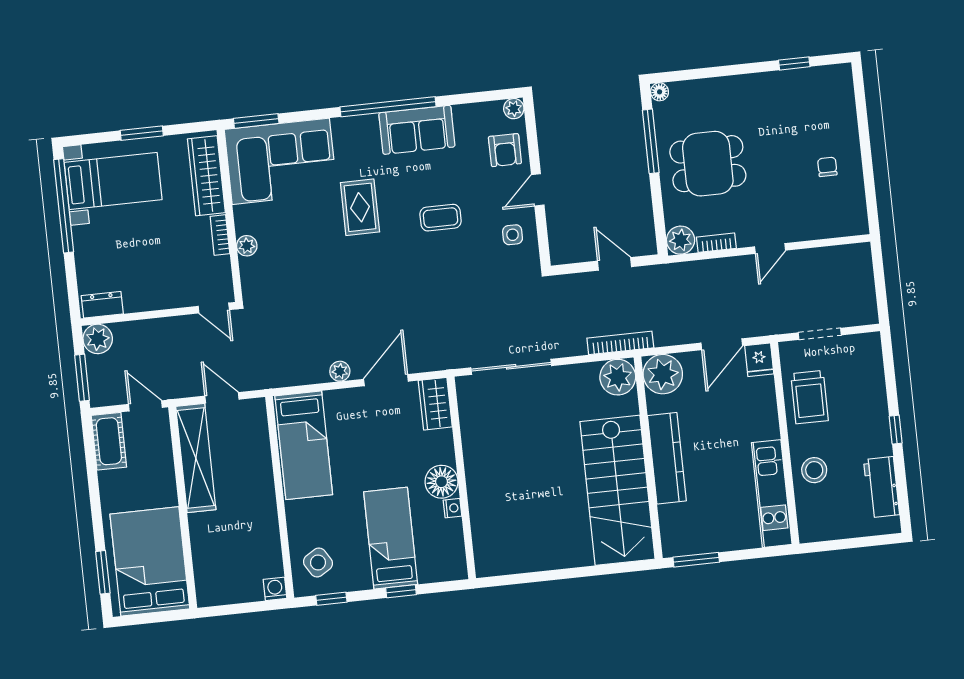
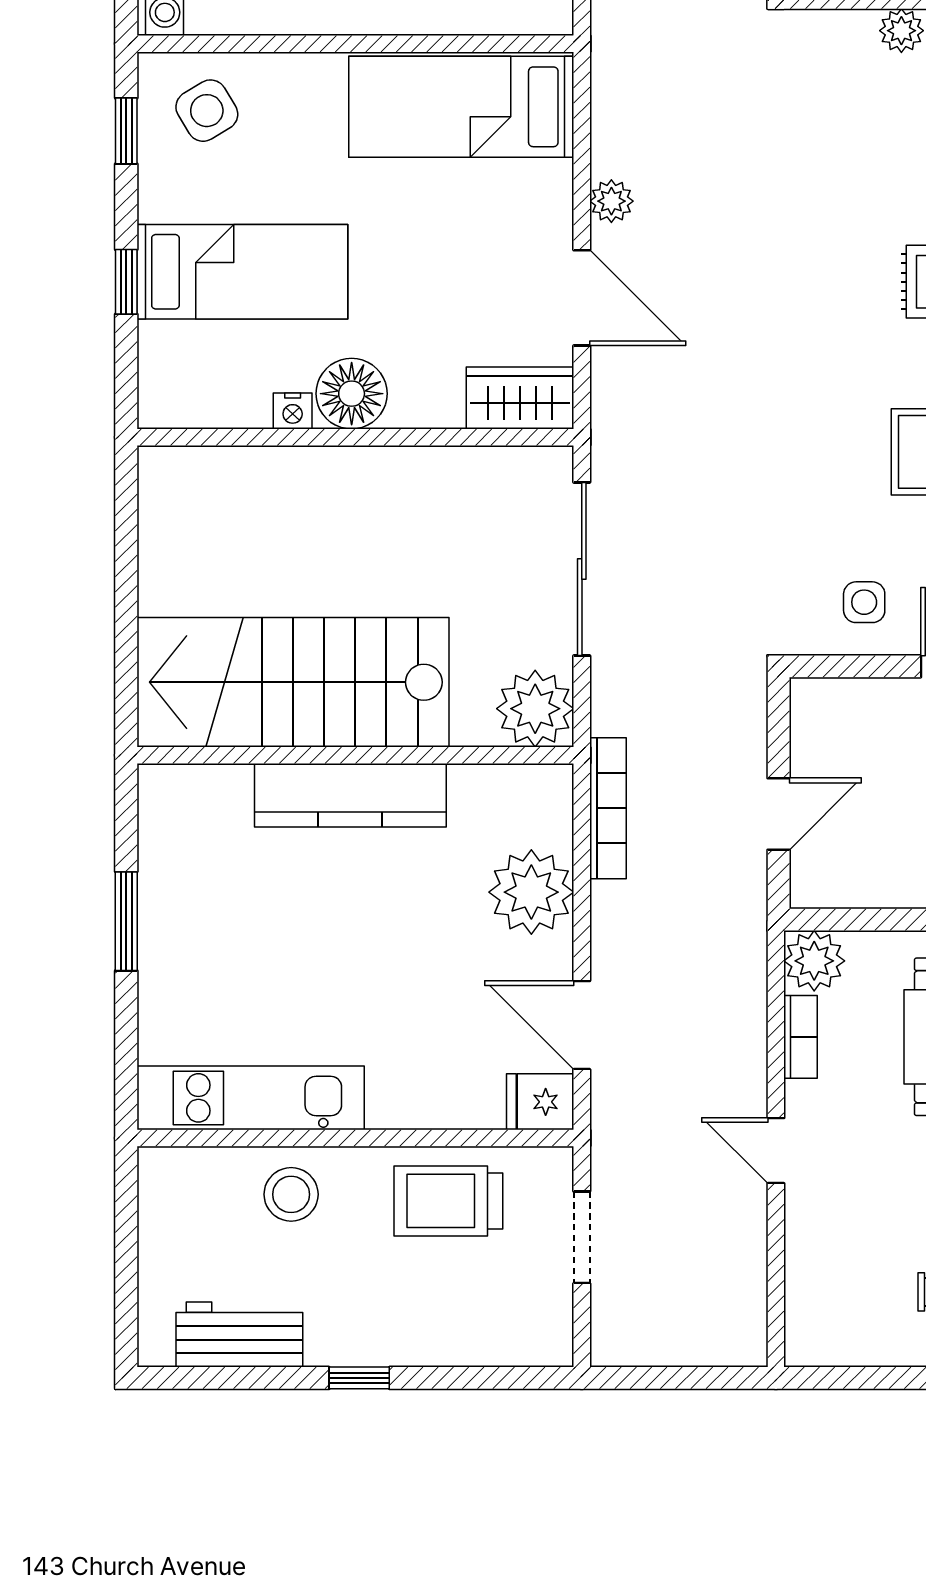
plant: (618, 377) -> (535, 709), moved
wall: (648, 458) -> (355, 755), moved
kitchen counter: (667, 458) -> (350, 795), moved
stairs: (617, 490) -> (293, 682), moved

